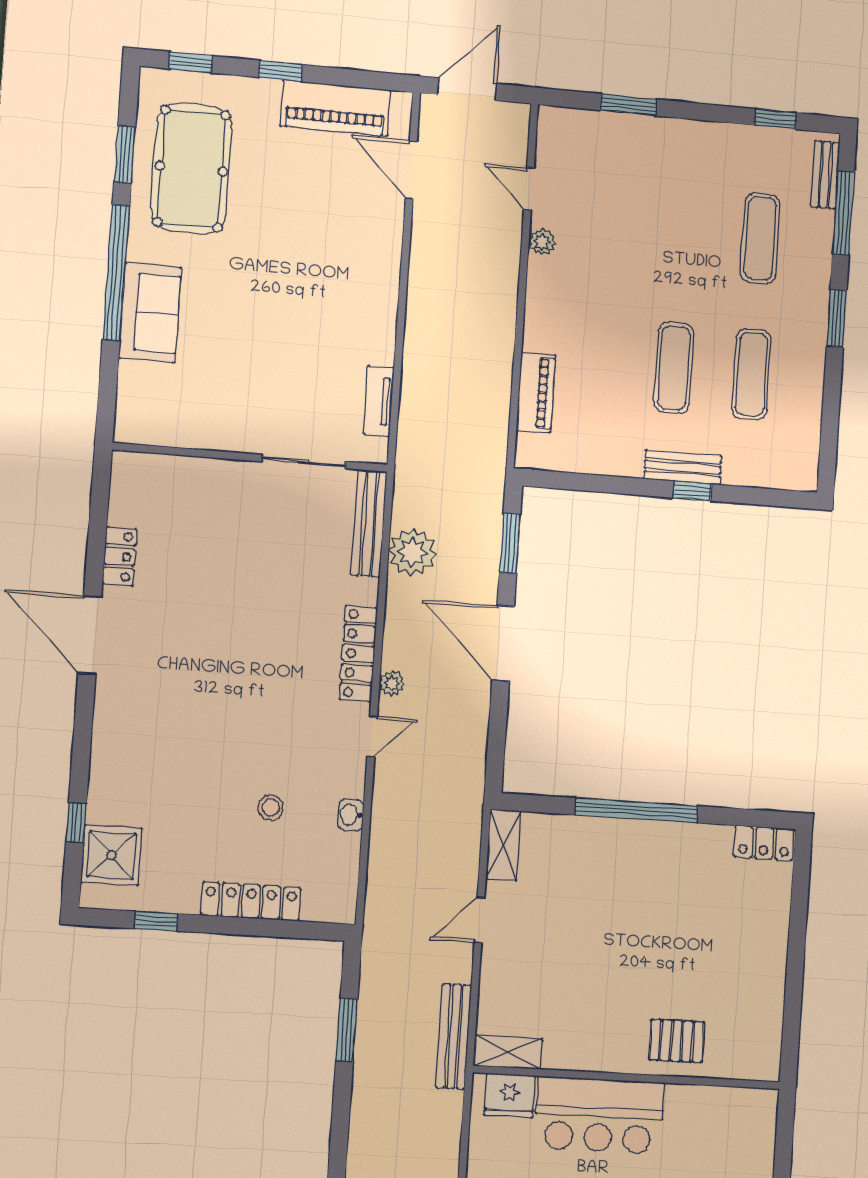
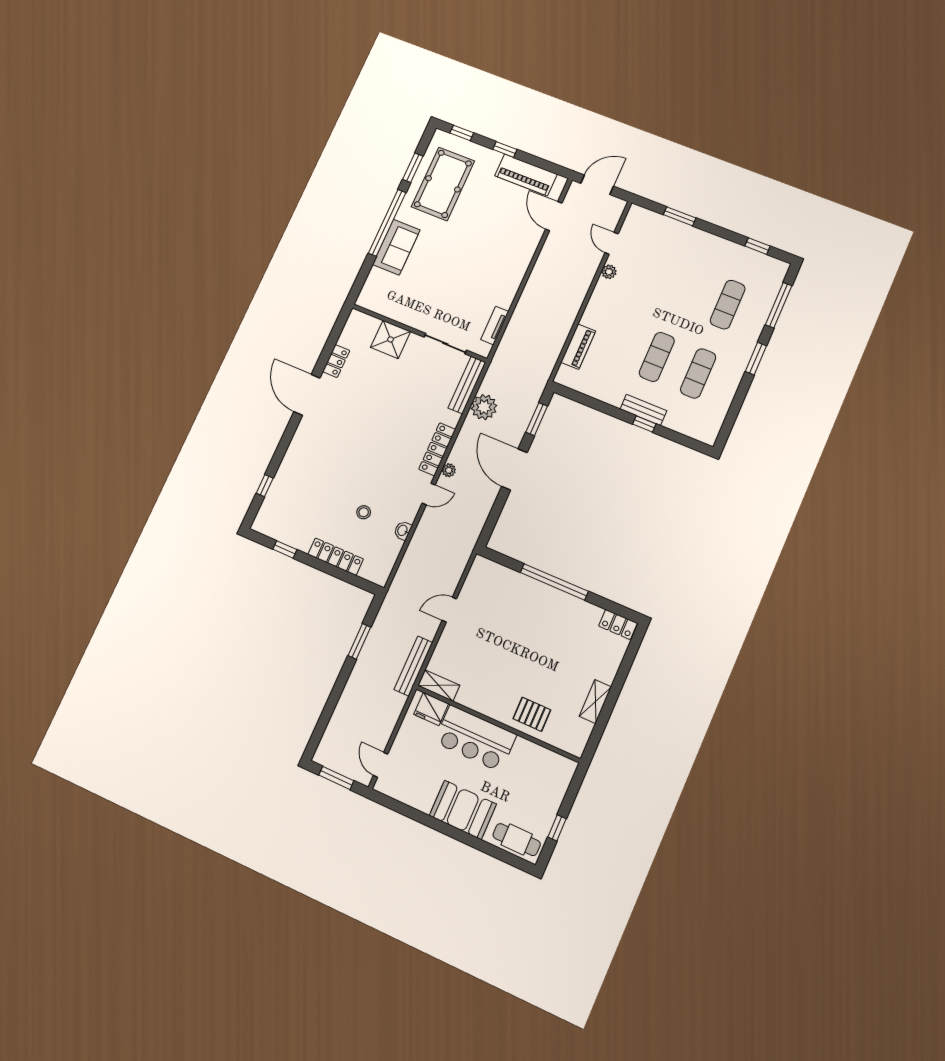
bench: (825, 175) -> (775, 282), removed
shelving: (503, 845) -> (595, 702), moved
shower: (112, 855) -> (391, 339), moved

